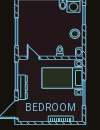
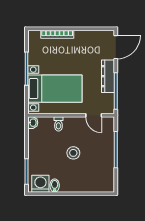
stool: (75, 34) -> (73, 153), moved

